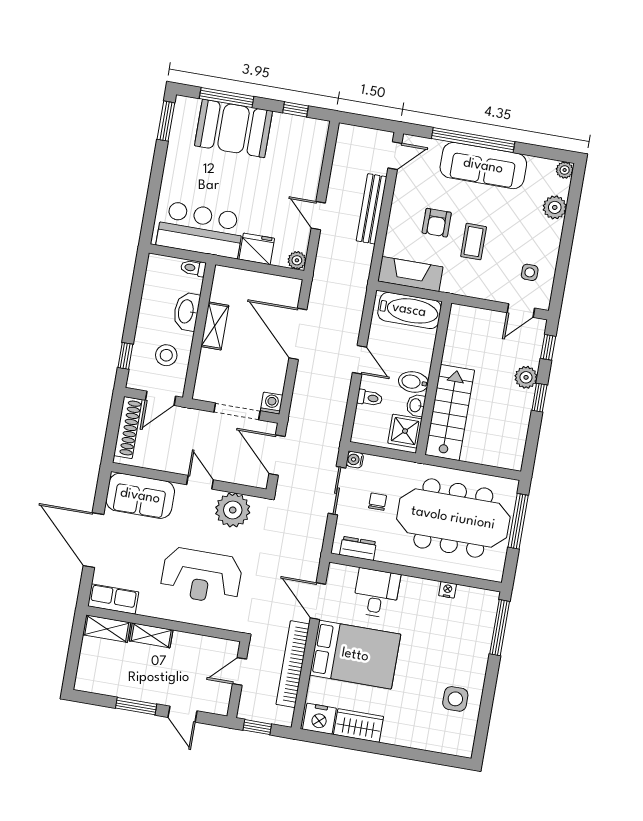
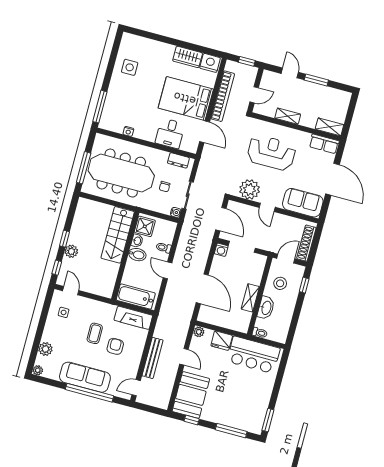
booth: (234, 128) -> (191, 395), moved, turned 90
door: (521, 310) -> (71, 291), hinge flipped
shelving: (151, 635) -> (288, 116), moved

